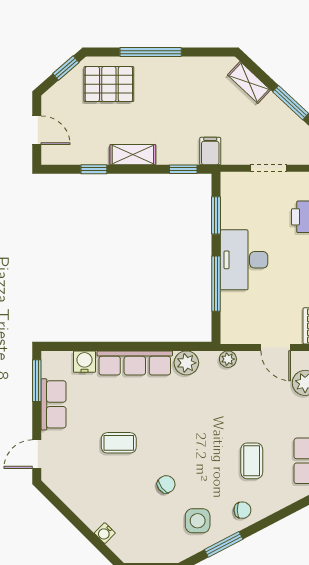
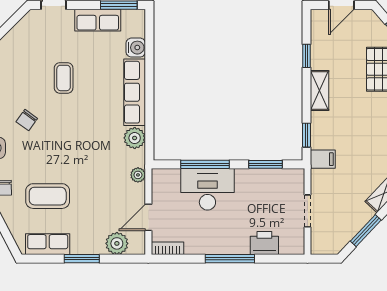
desk: (244, 260) -> (207, 189), moved
coffee table: (252, 461) -> (48, 196), width x1.36, depth x1.30
chair: (166, 484) -> (27, 120), turned 73

